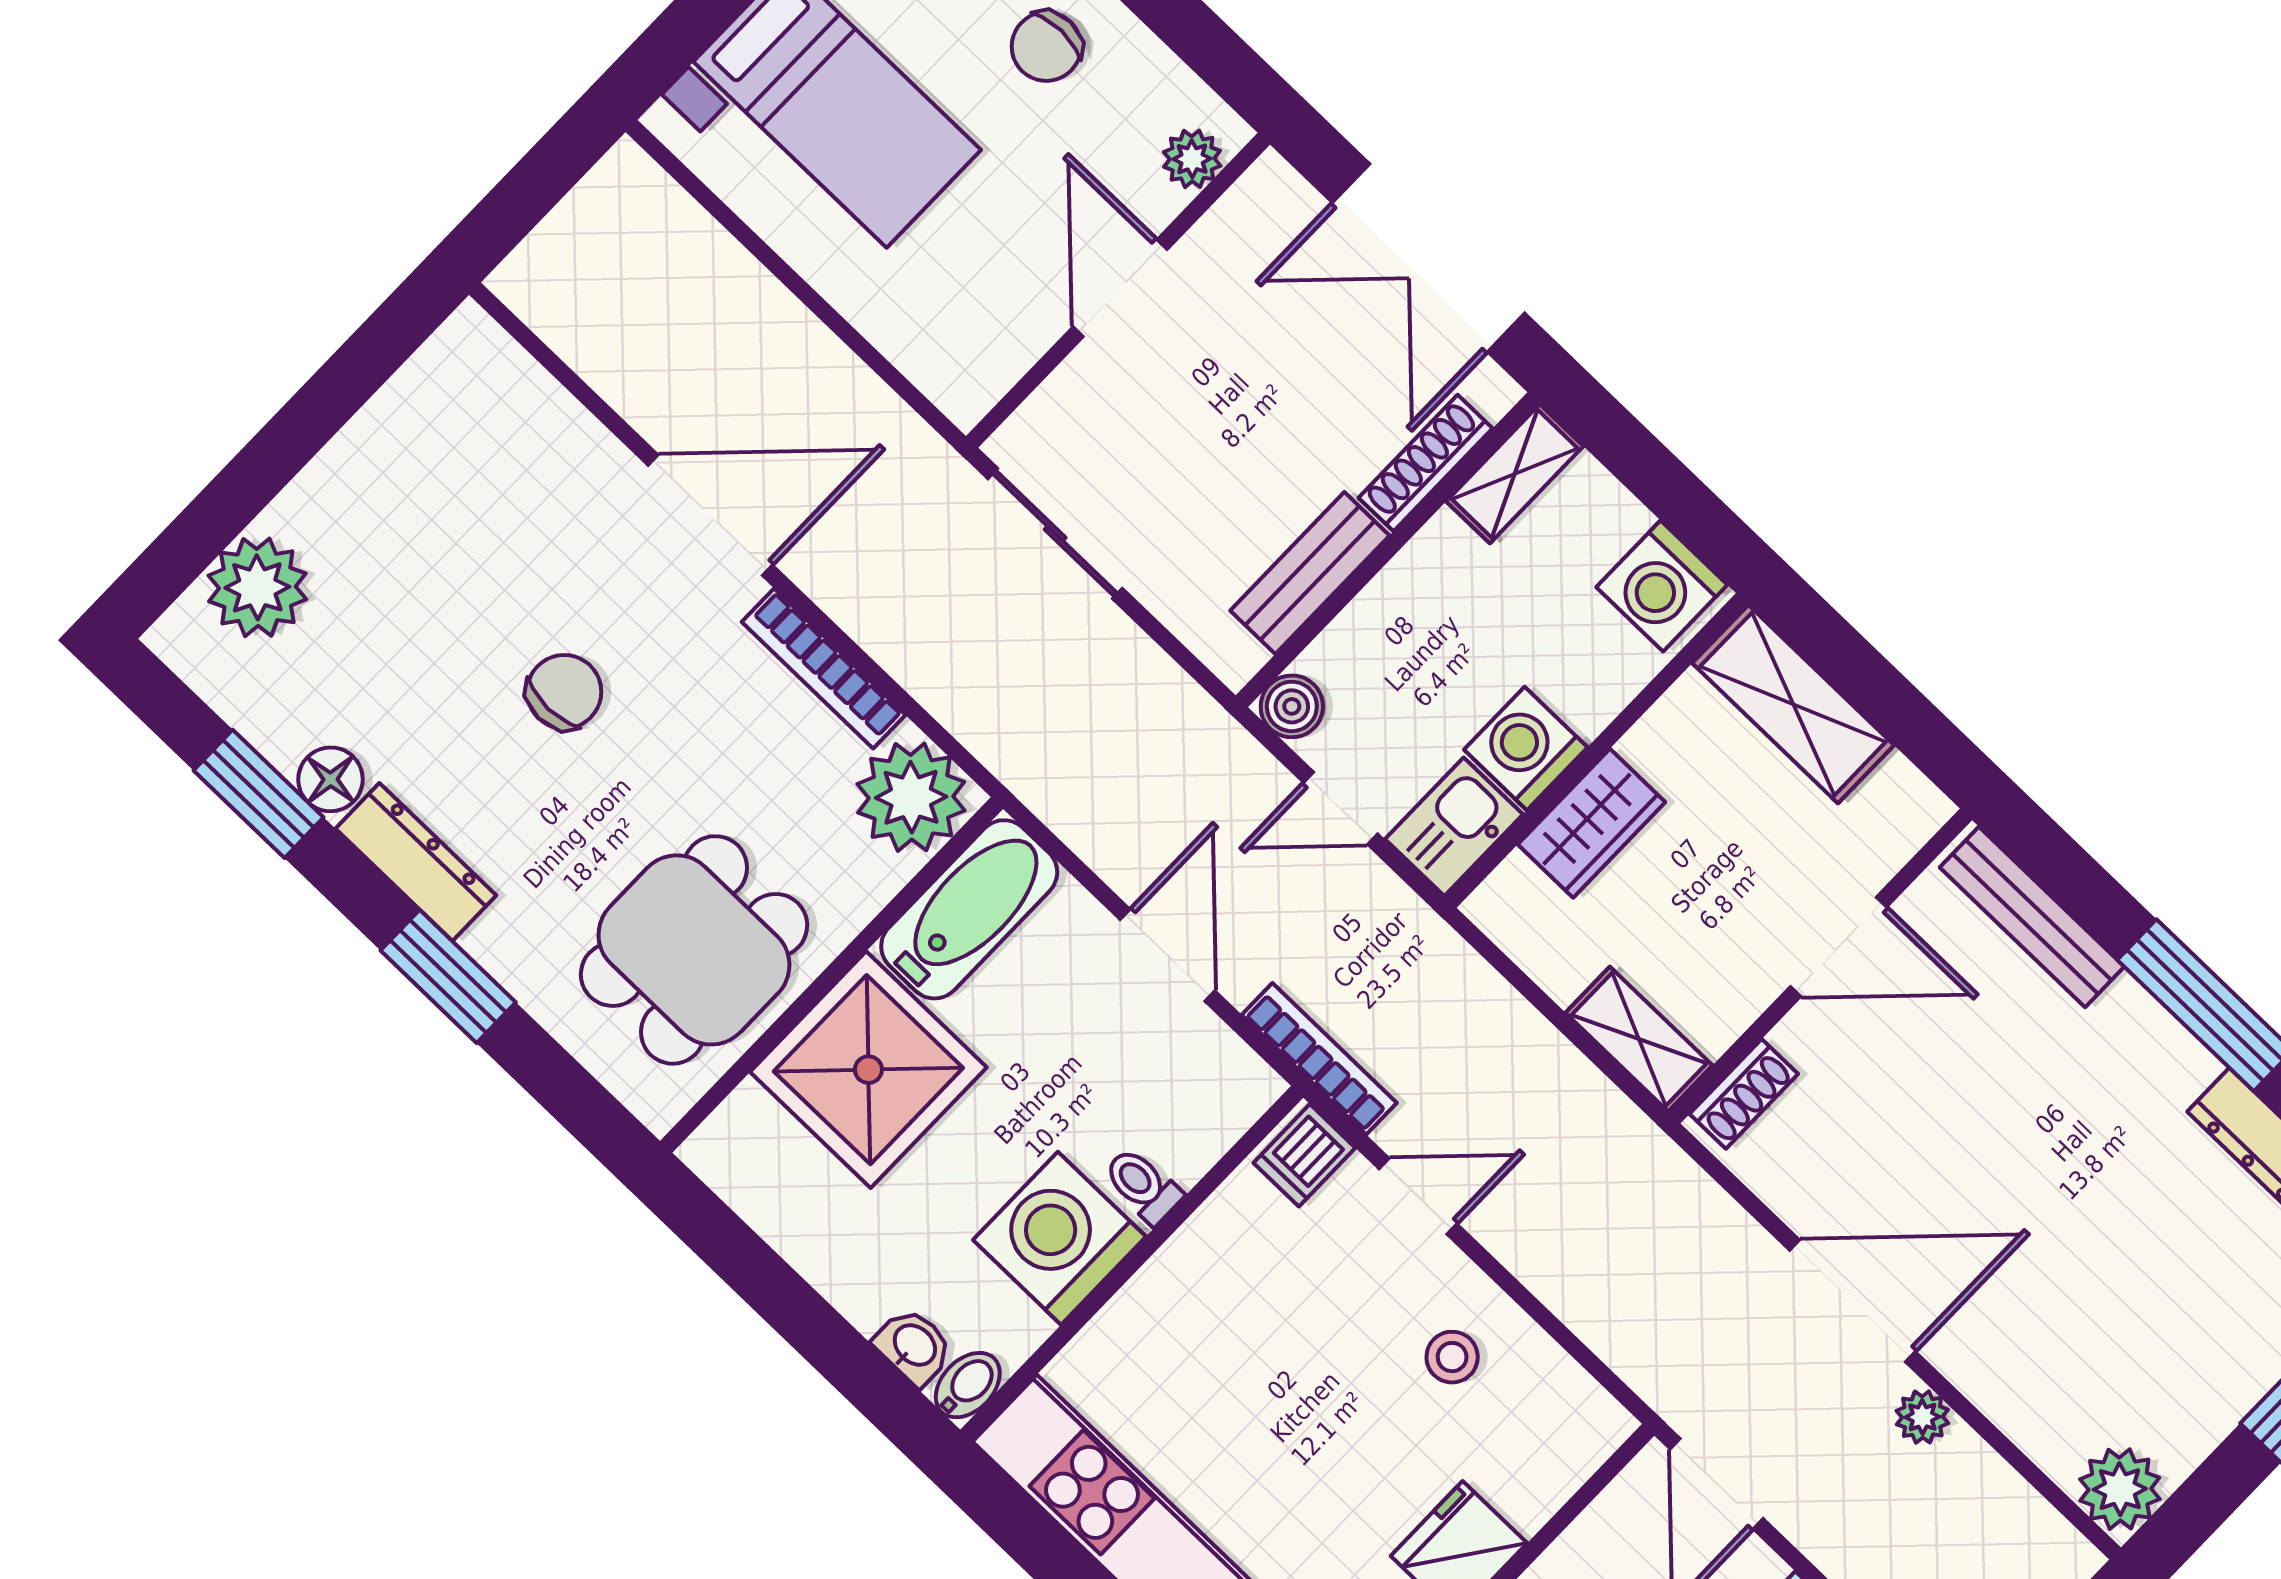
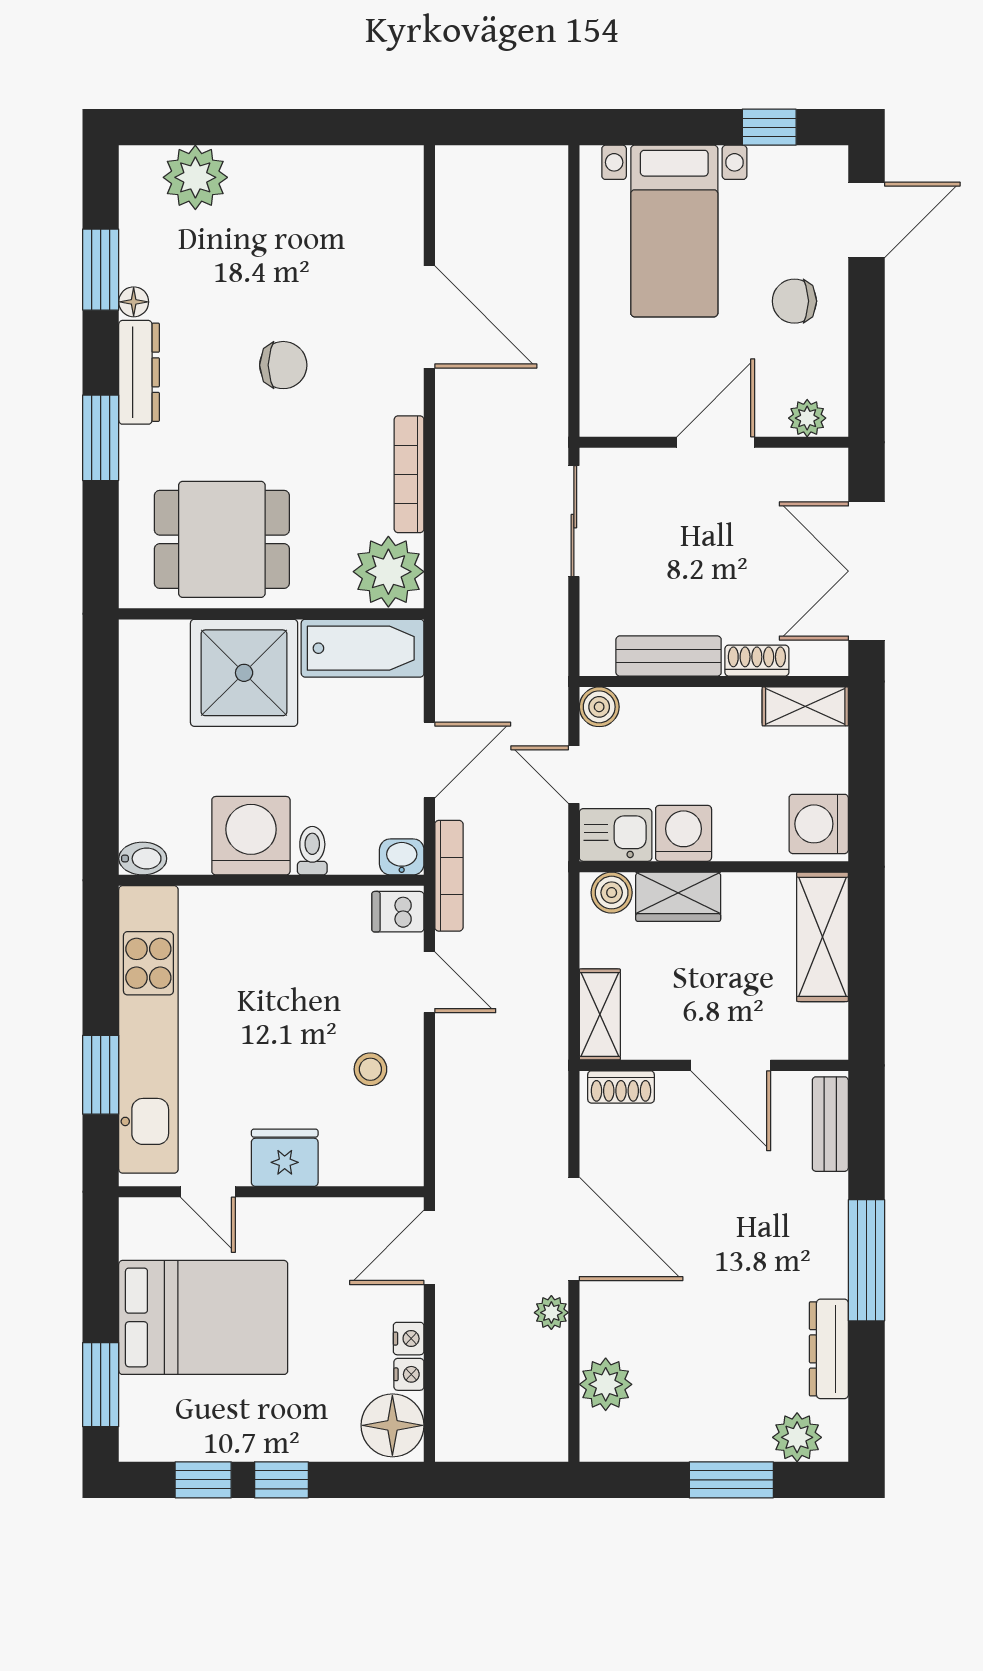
shoe rack: (1426, 463) -> (757, 661), width x0.70
door: (710, 515) -> (429, 317), moved
floor lamp: (330, 779) -> (134, 302), width x0.73, depth x0.73
boiler: (1515, 894) -> (612, 893), added
bench: (2032, 917) -> (830, 1124), width x0.73
washbasin: (914, 1346) -> (402, 857), moved, turned -90
plant: (2120, 1489) -> (606, 1384), moved

